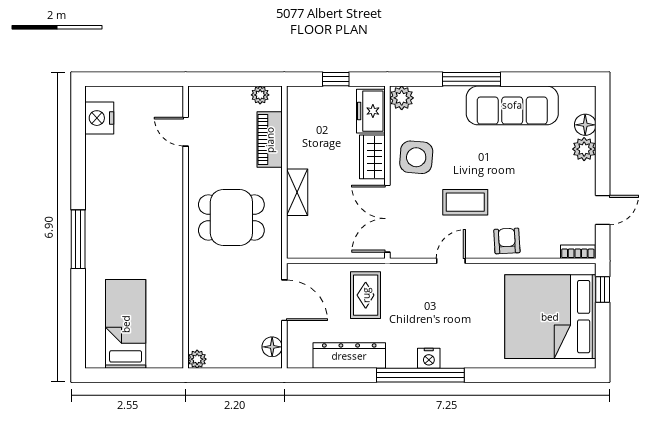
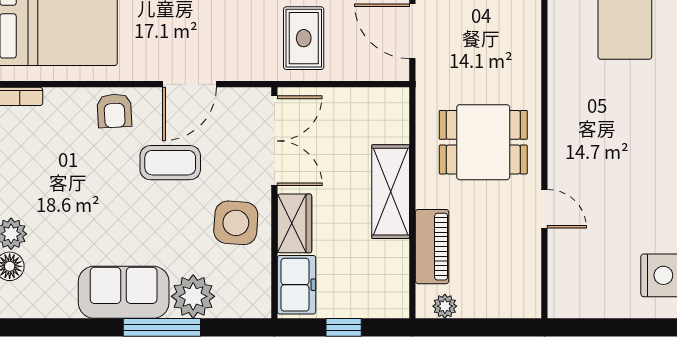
plant: (402, 98) -> (193, 296), moved, width x1.36, depth x1.36
sofa: (512, 105) -> (124, 292), width x0.73
door: (186, 132) -> (544, 209), moved
shelving: (297, 192) -> (391, 192), width x1.50, depth x1.33
door: (451, 261) -> (189, 84), width x1.38

